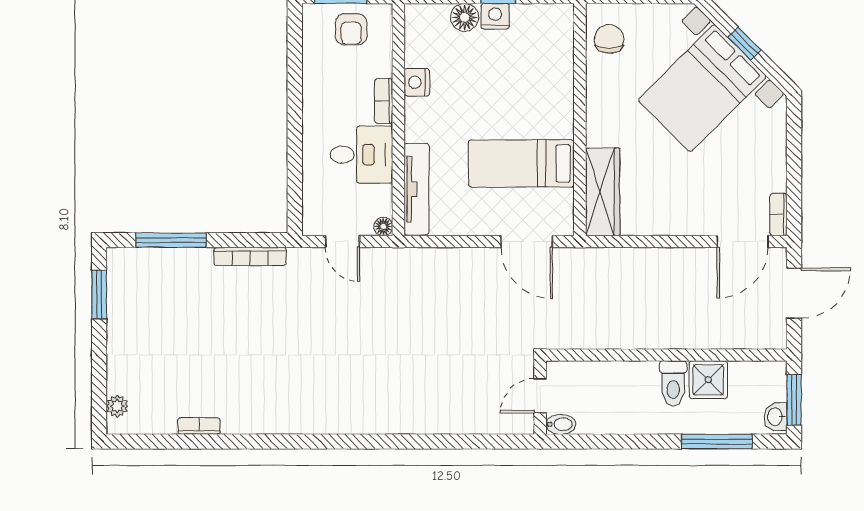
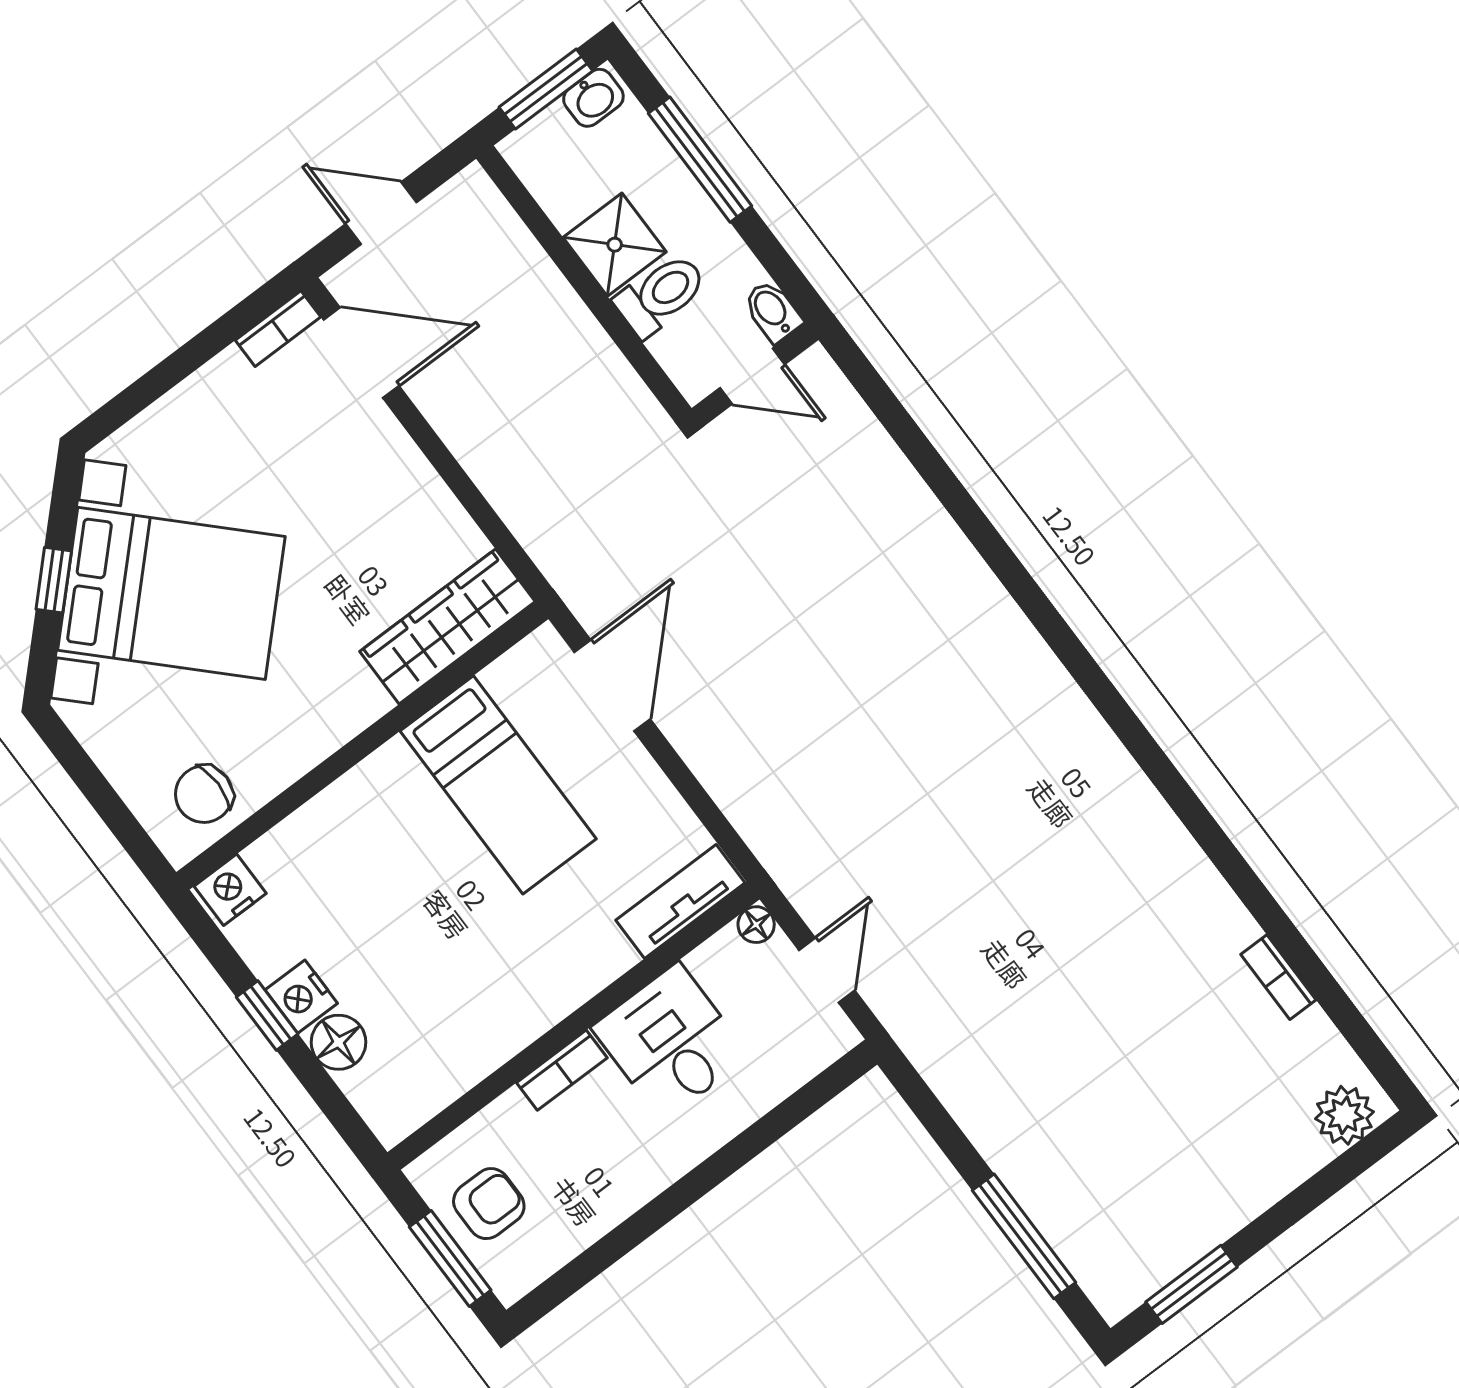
nightstand: (417, 82) -> (230, 890), moved, turned 180
tv unit: (416, 189) -> (680, 902), width x0.71
bookcase: (250, 256) -> (957, 1096), removed
door: (794, 293) -> (381, 213), width x0.73
door: (540, 396) -> (752, 376), moved
wall: (540, 398) -> (755, 374), moved
plant: (117, 406) -> (1344, 1115), width x1.38, depth x1.38
bidet: (561, 424) -> (773, 311), moved

